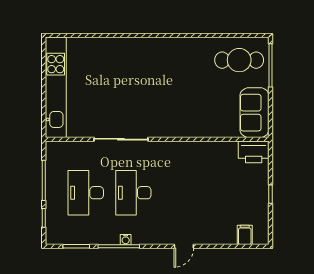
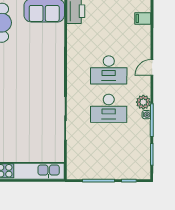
desk: (86, 193) -> (109, 70), moved
plant: (141, 236) -> (143, 102), added
door: (184, 246) -> (152, 68), swing flipped

